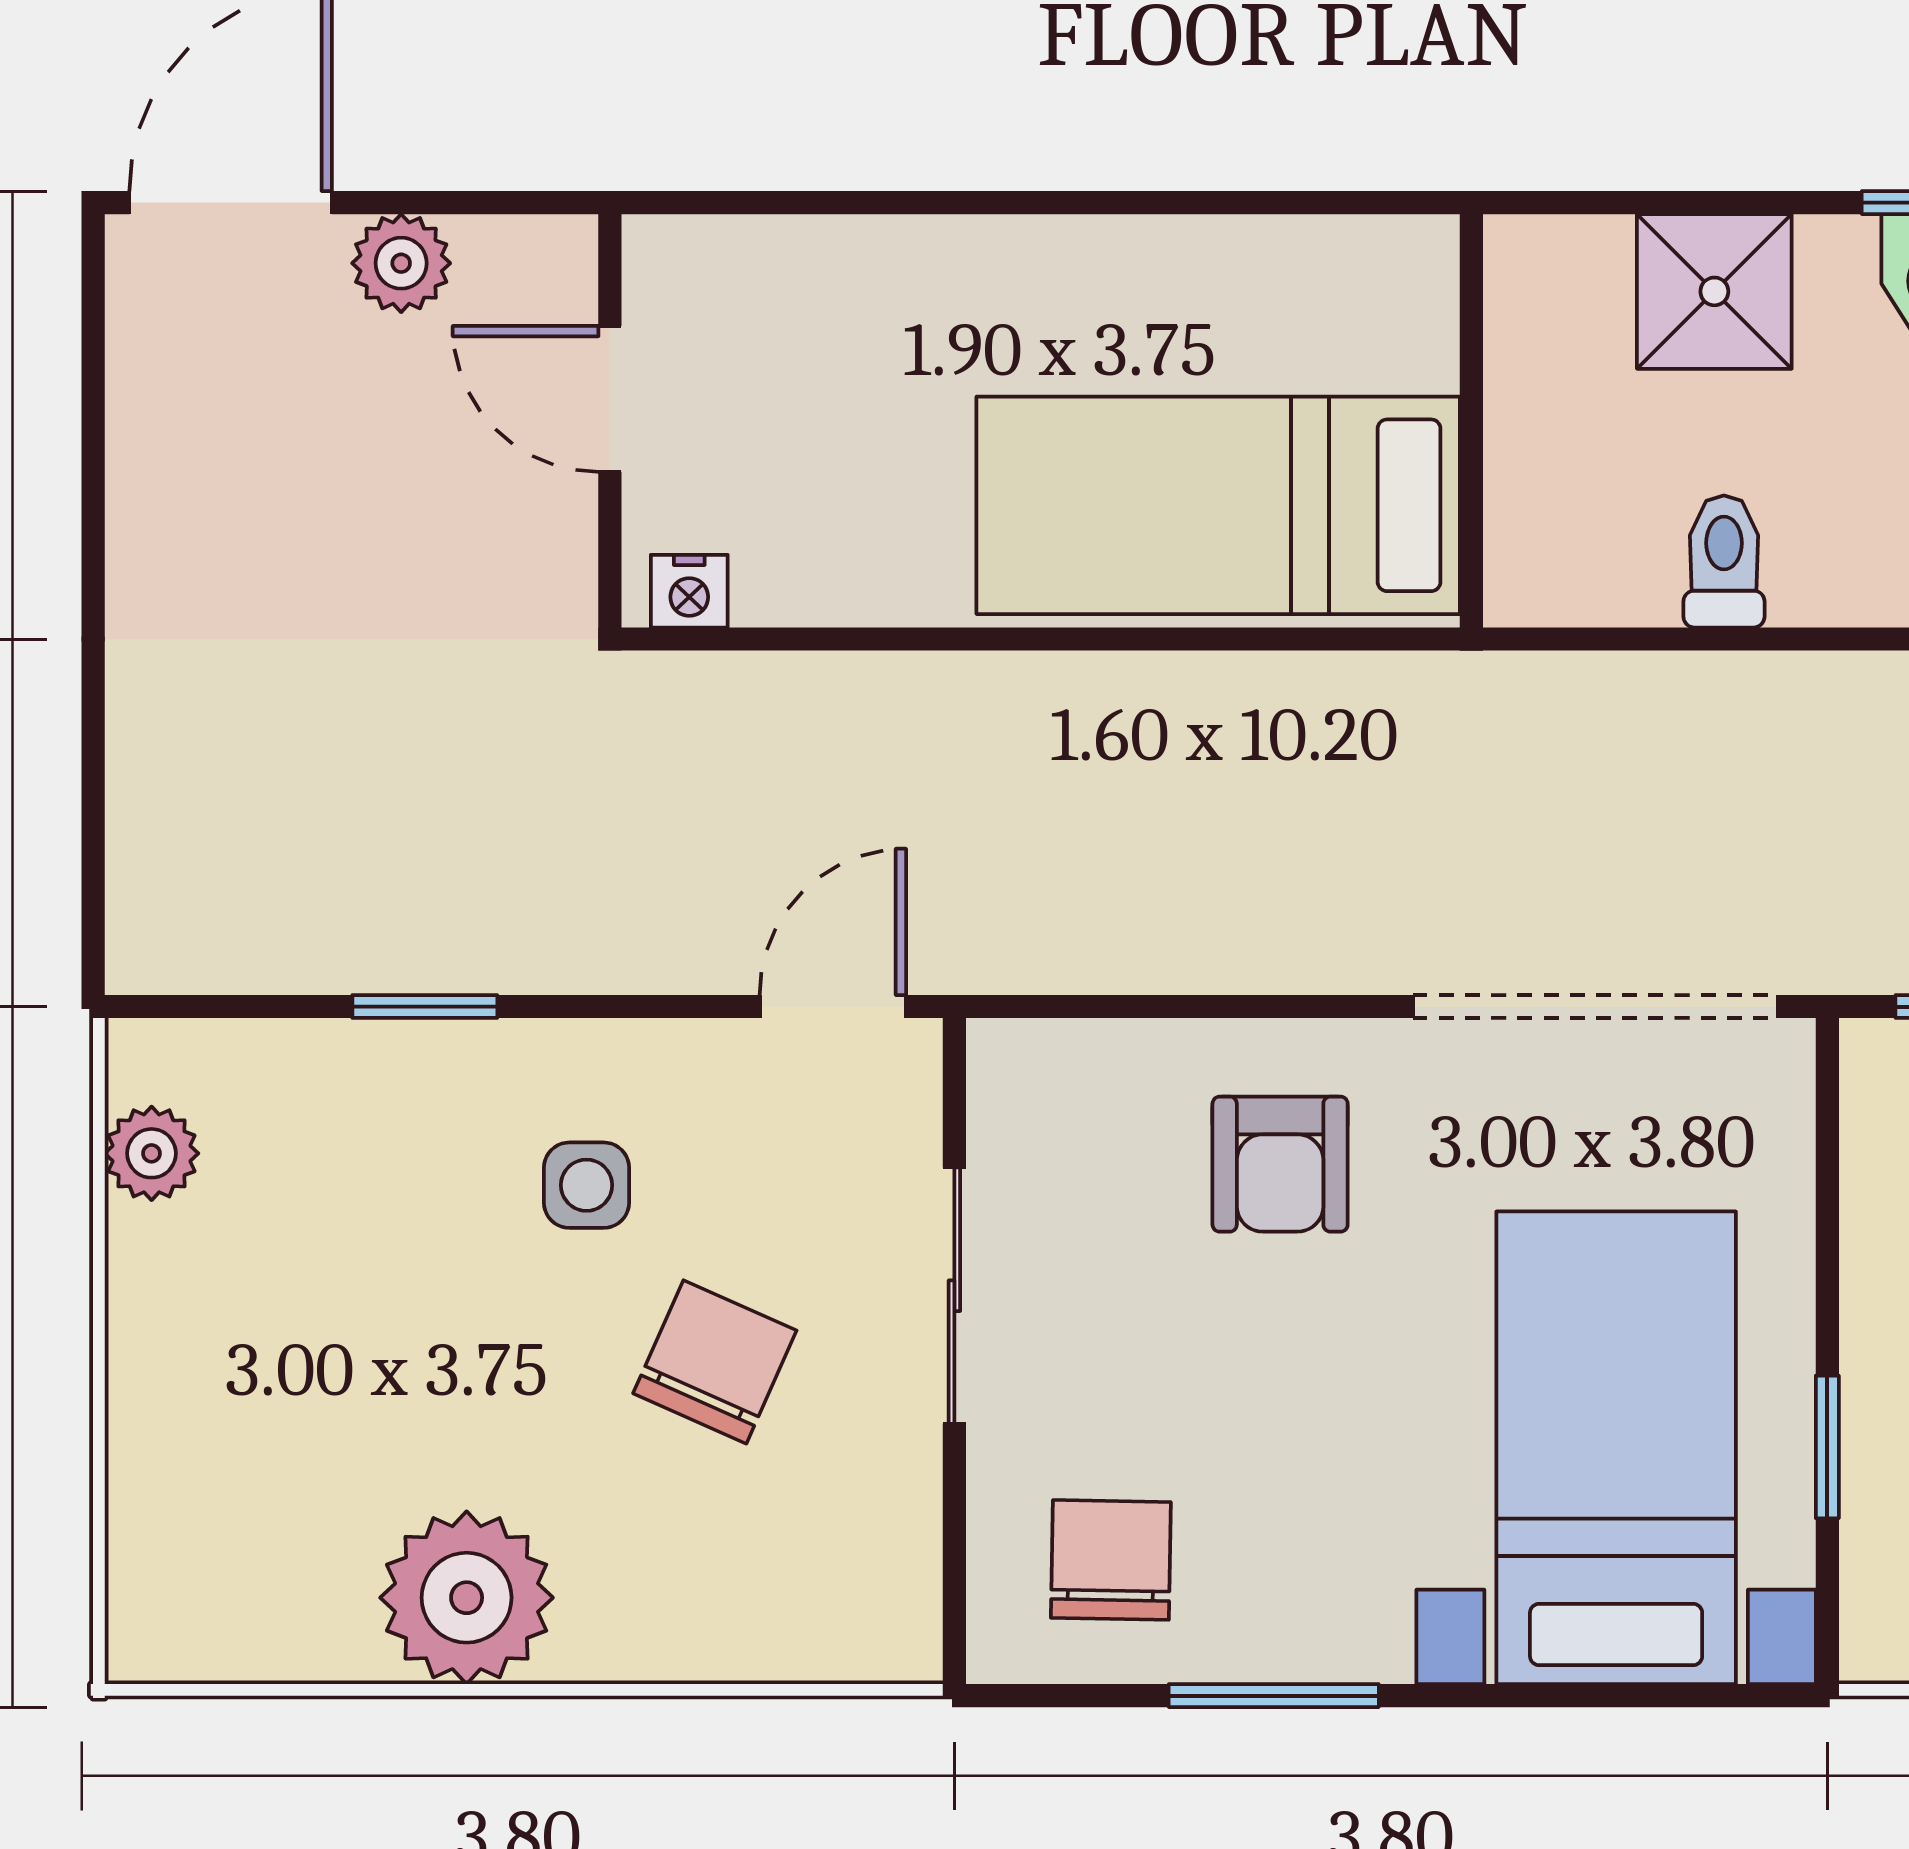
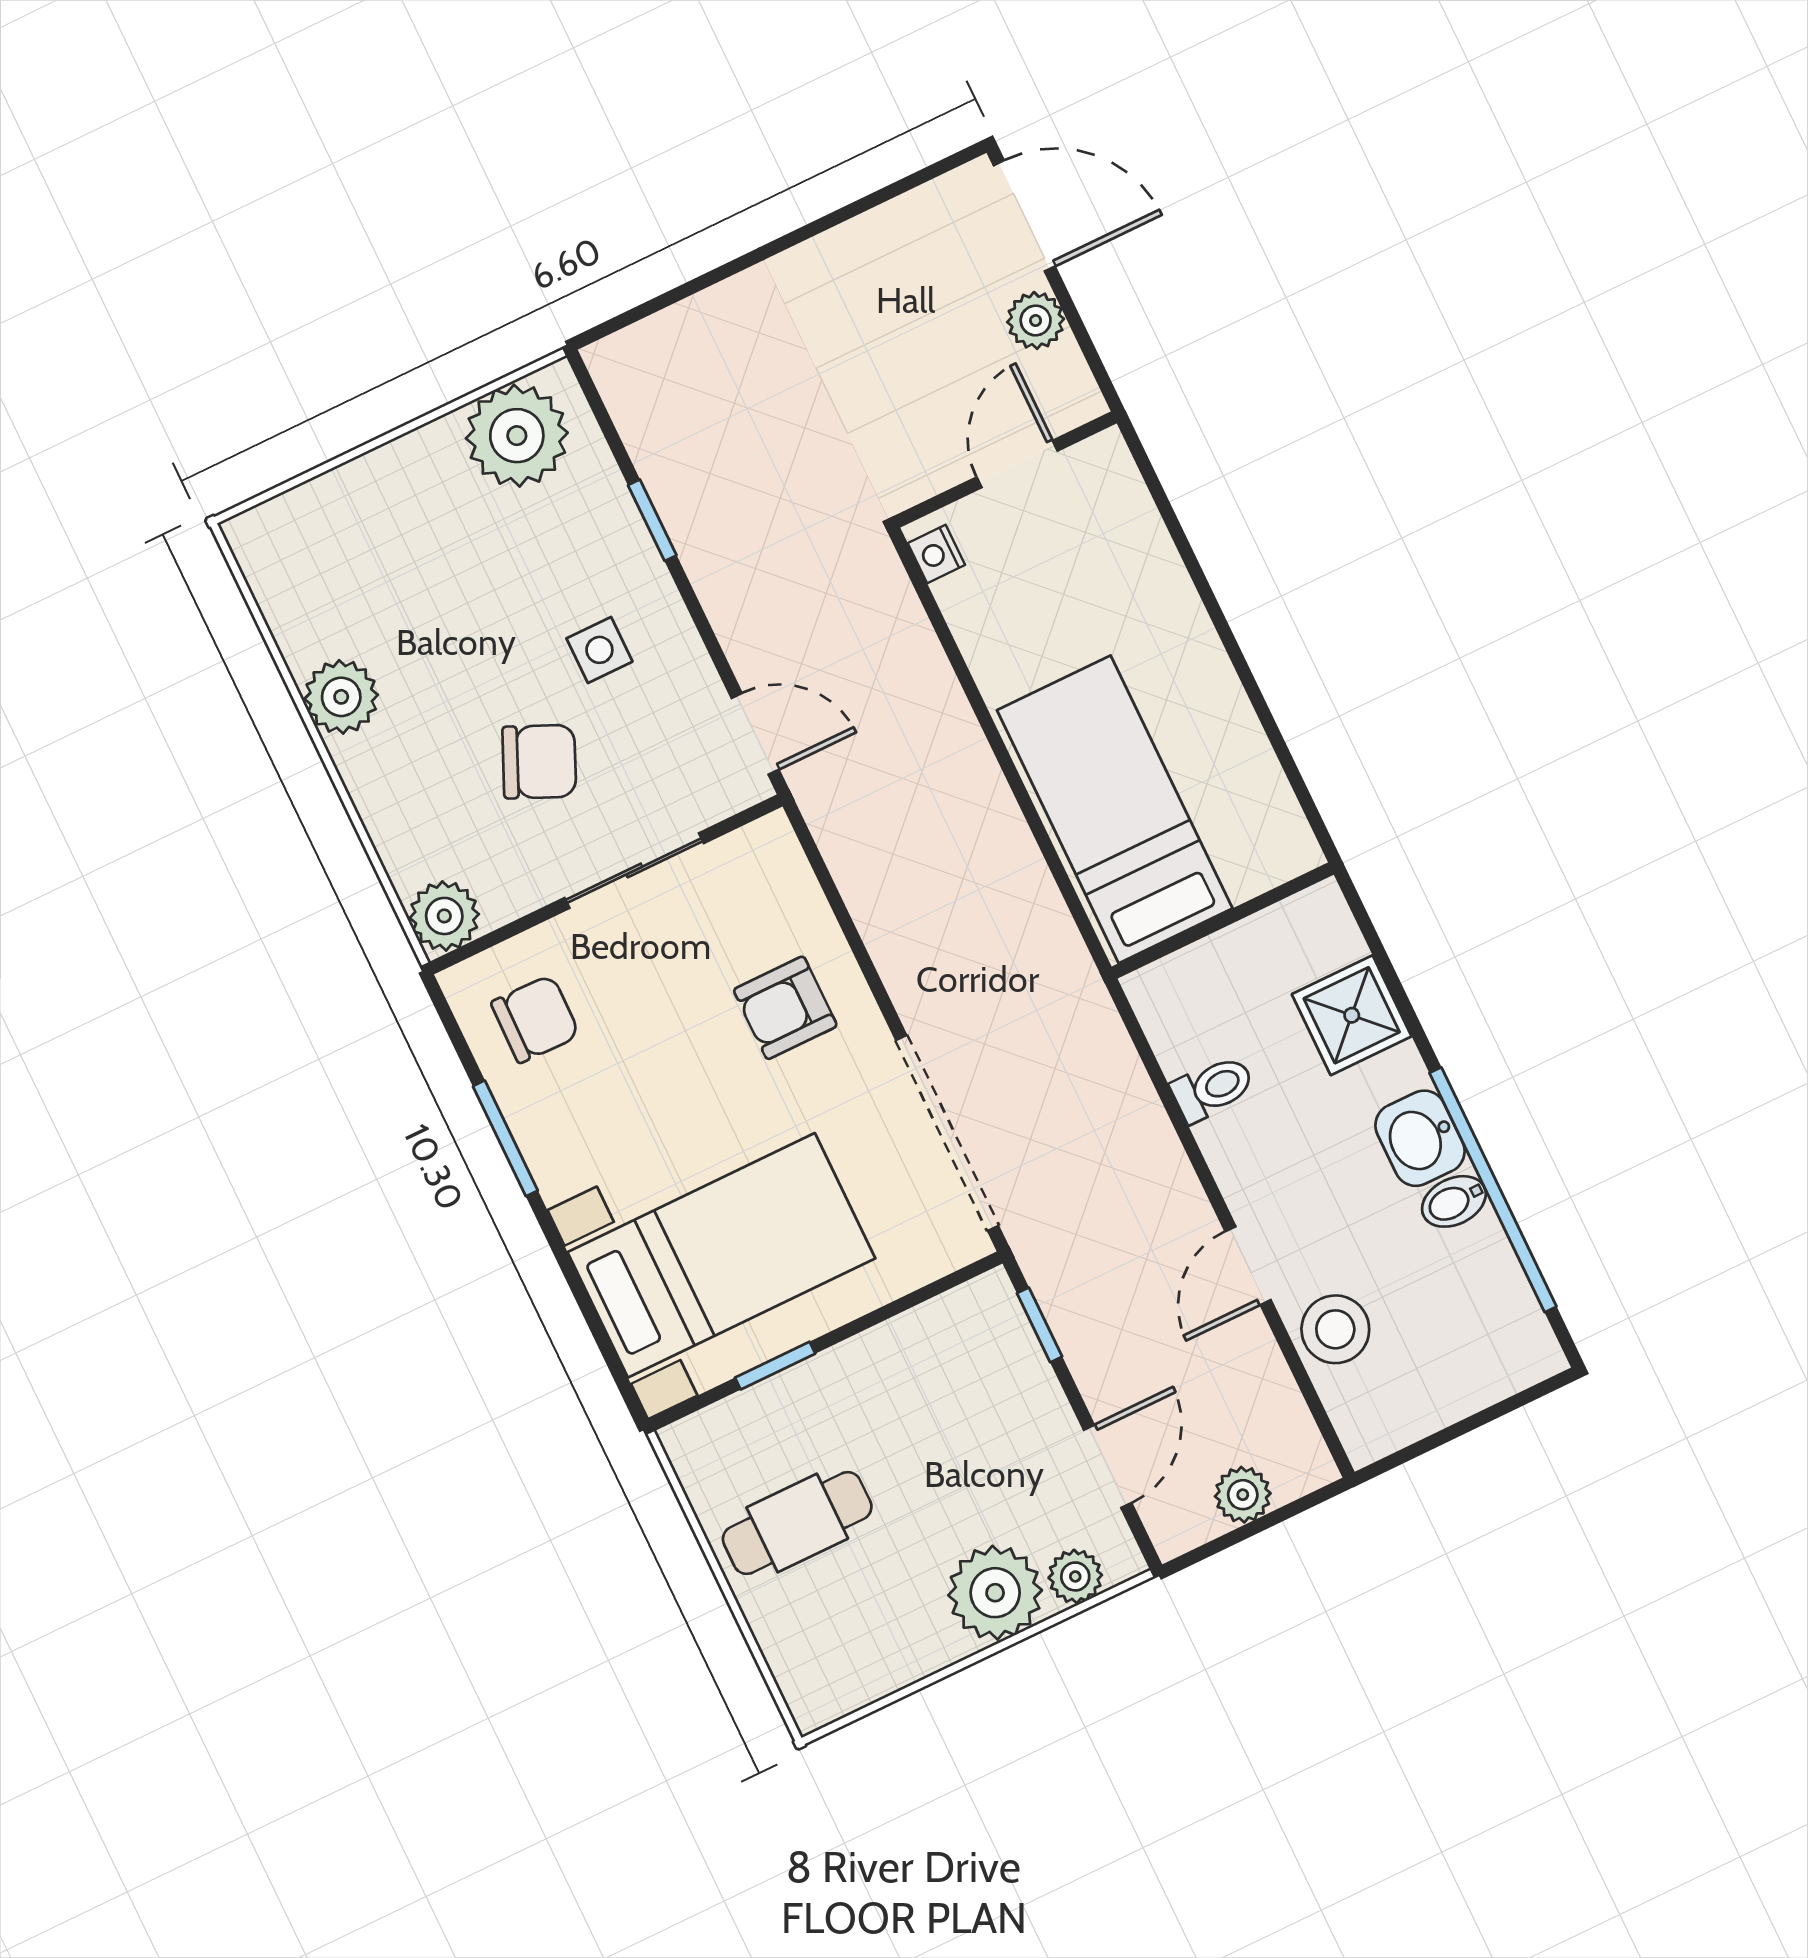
plant: (152, 1153) -> (517, 436), width x1.88, depth x1.88
plant: (467, 1598) -> (341, 697), width x0.73, depth x0.73
plant: (883, 1624) -> (444, 916), added

